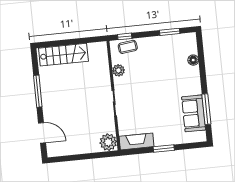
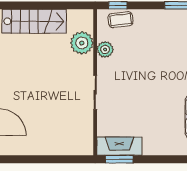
plant: (108, 142) -> (82, 43), moved
window: (164, 149) -> (119, 159), moved

